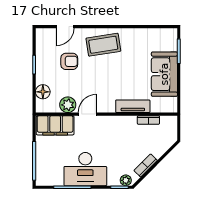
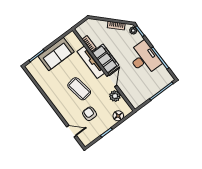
coffee table: (103, 45) -> (79, 89), moved
tv unit: (133, 106) -> (91, 62), width x1.41
door: (88, 114) -> (112, 81), swing flipped
filing cabinet: (55, 125) -> (105, 59), moved

